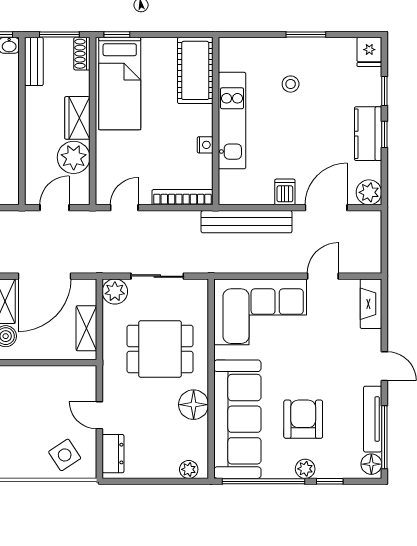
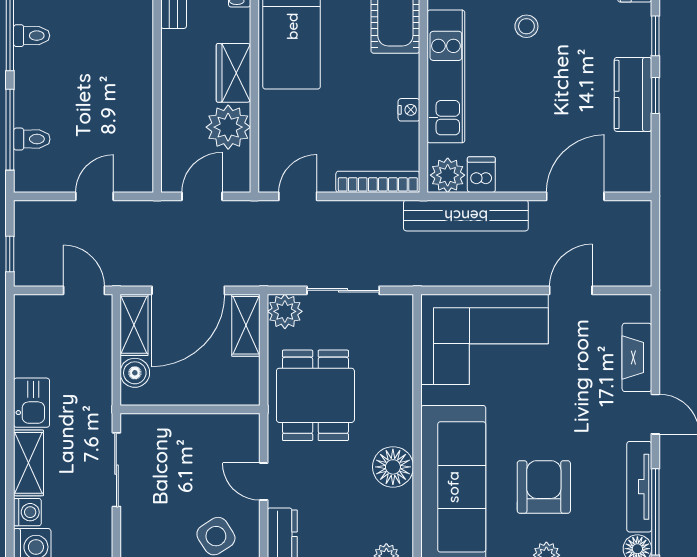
dishwasher: (285, 192) -> (481, 175), moved
plant: (369, 192) -> (448, 175), moved
fireplace: (371, 304) -> (637, 357), moved
shelving: (86, 328) -> (246, 325), moved
dining table: (160, 349) -> (315, 395), moved, turned 90

